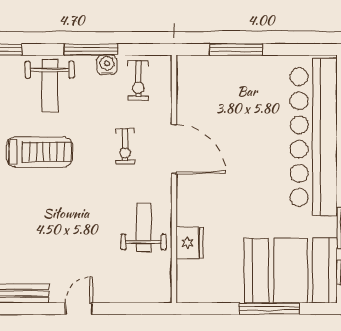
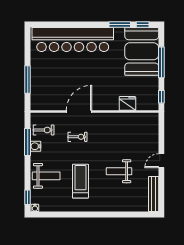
window: (91, 50) -> (28, 142), moved
weight bench: (144, 227) -> (119, 171), moved
door: (79, 309) -> (161, 161), hinge flipped
window: (203, 309) -> (161, 97), added

